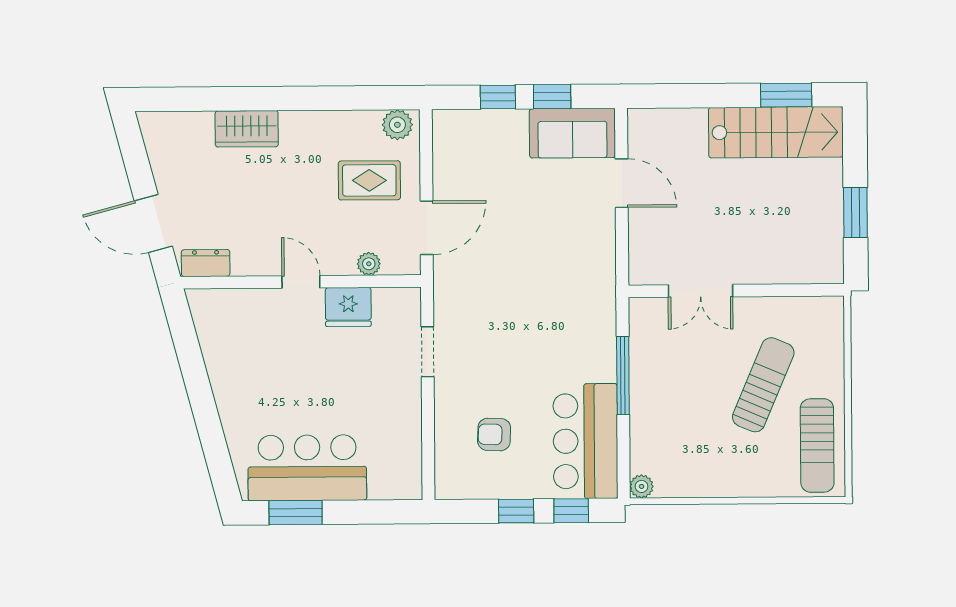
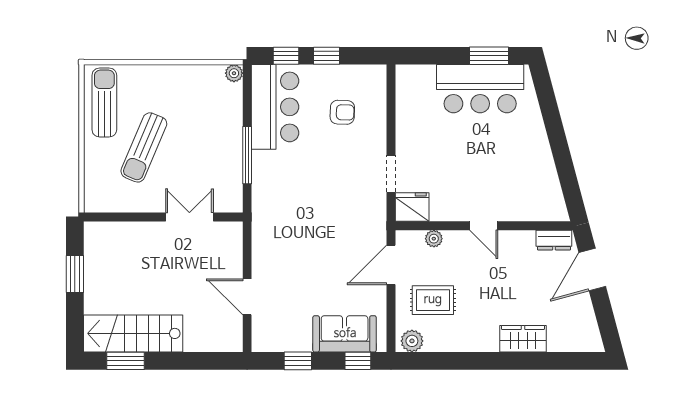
window: (498, 97) -> (358, 361), moved
sofa: (572, 133) -> (345, 334), moved
door: (153, 223) -> (592, 269), swing flipped
fridge: (348, 307) -> (412, 207), moved

